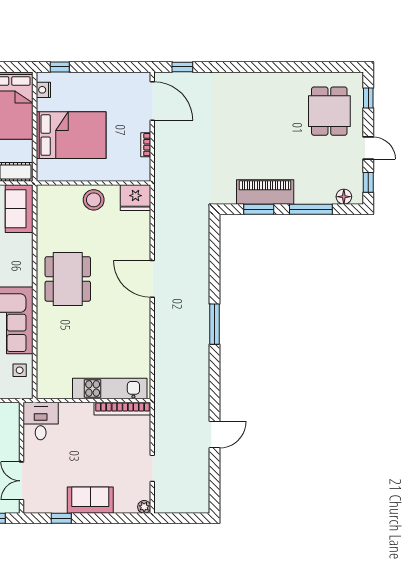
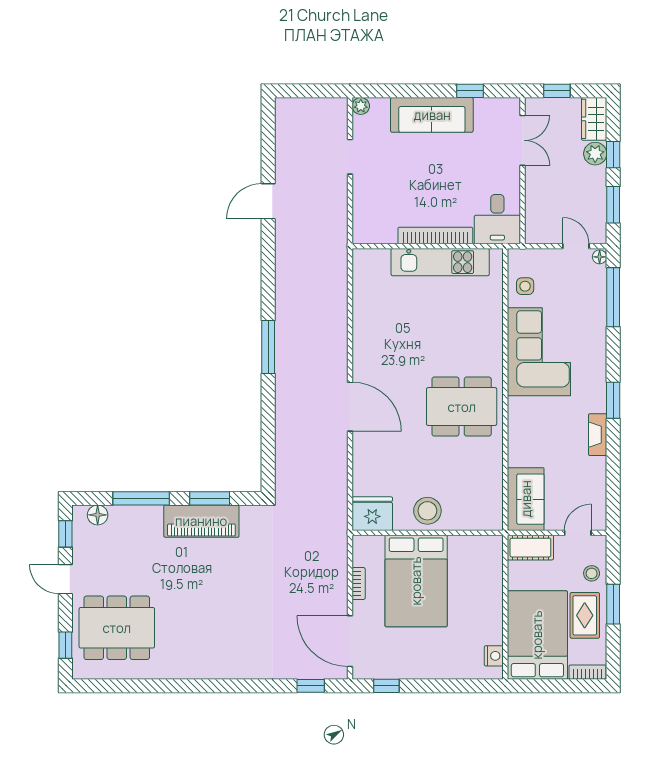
window: (60, 67) -> (386, 686), moved
dining table: (329, 111) -> (117, 628), width x1.38
bed: (71, 135) -> (416, 581), moved, turned -90
dining table: (68, 279) -> (462, 407), turned 90
kitchen unit: (110, 388) -> (440, 262), moved
bookcase: (122, 409) -> (435, 236), moved
sofa: (90, 500) -> (432, 115), width x1.36

